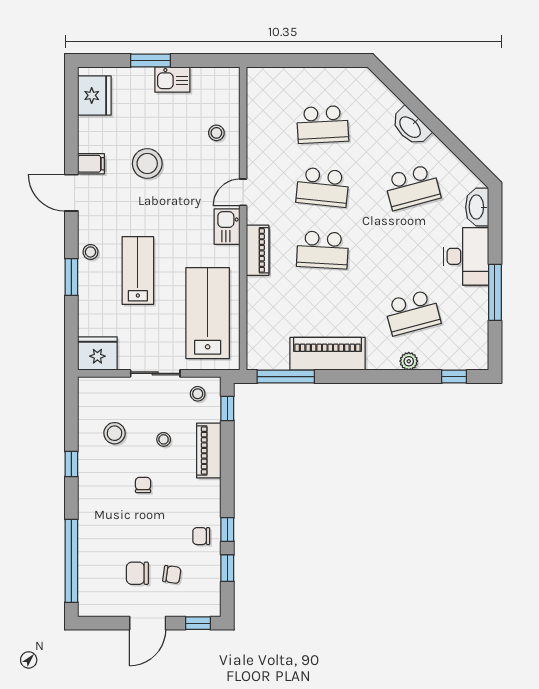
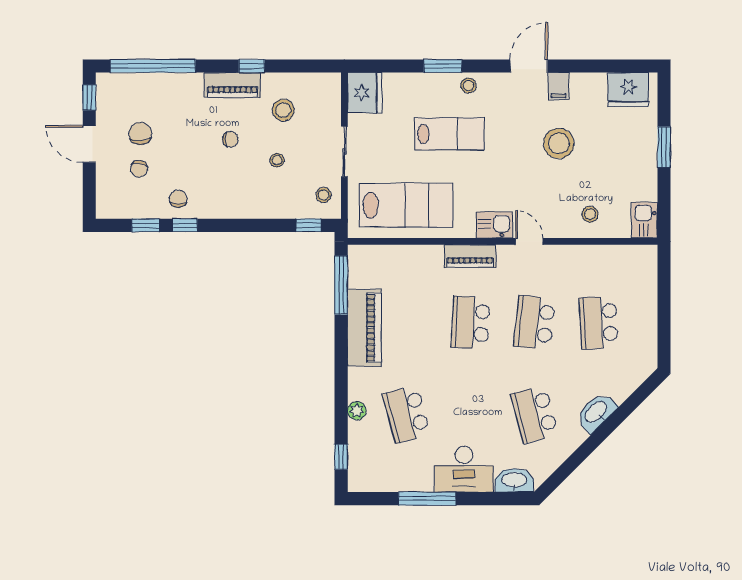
kitchen sink: (172, 79) -> (645, 220), moved
piano: (209, 451) -> (232, 85), moved, turned 180
window: (198, 623) -> (89, 97), moved

